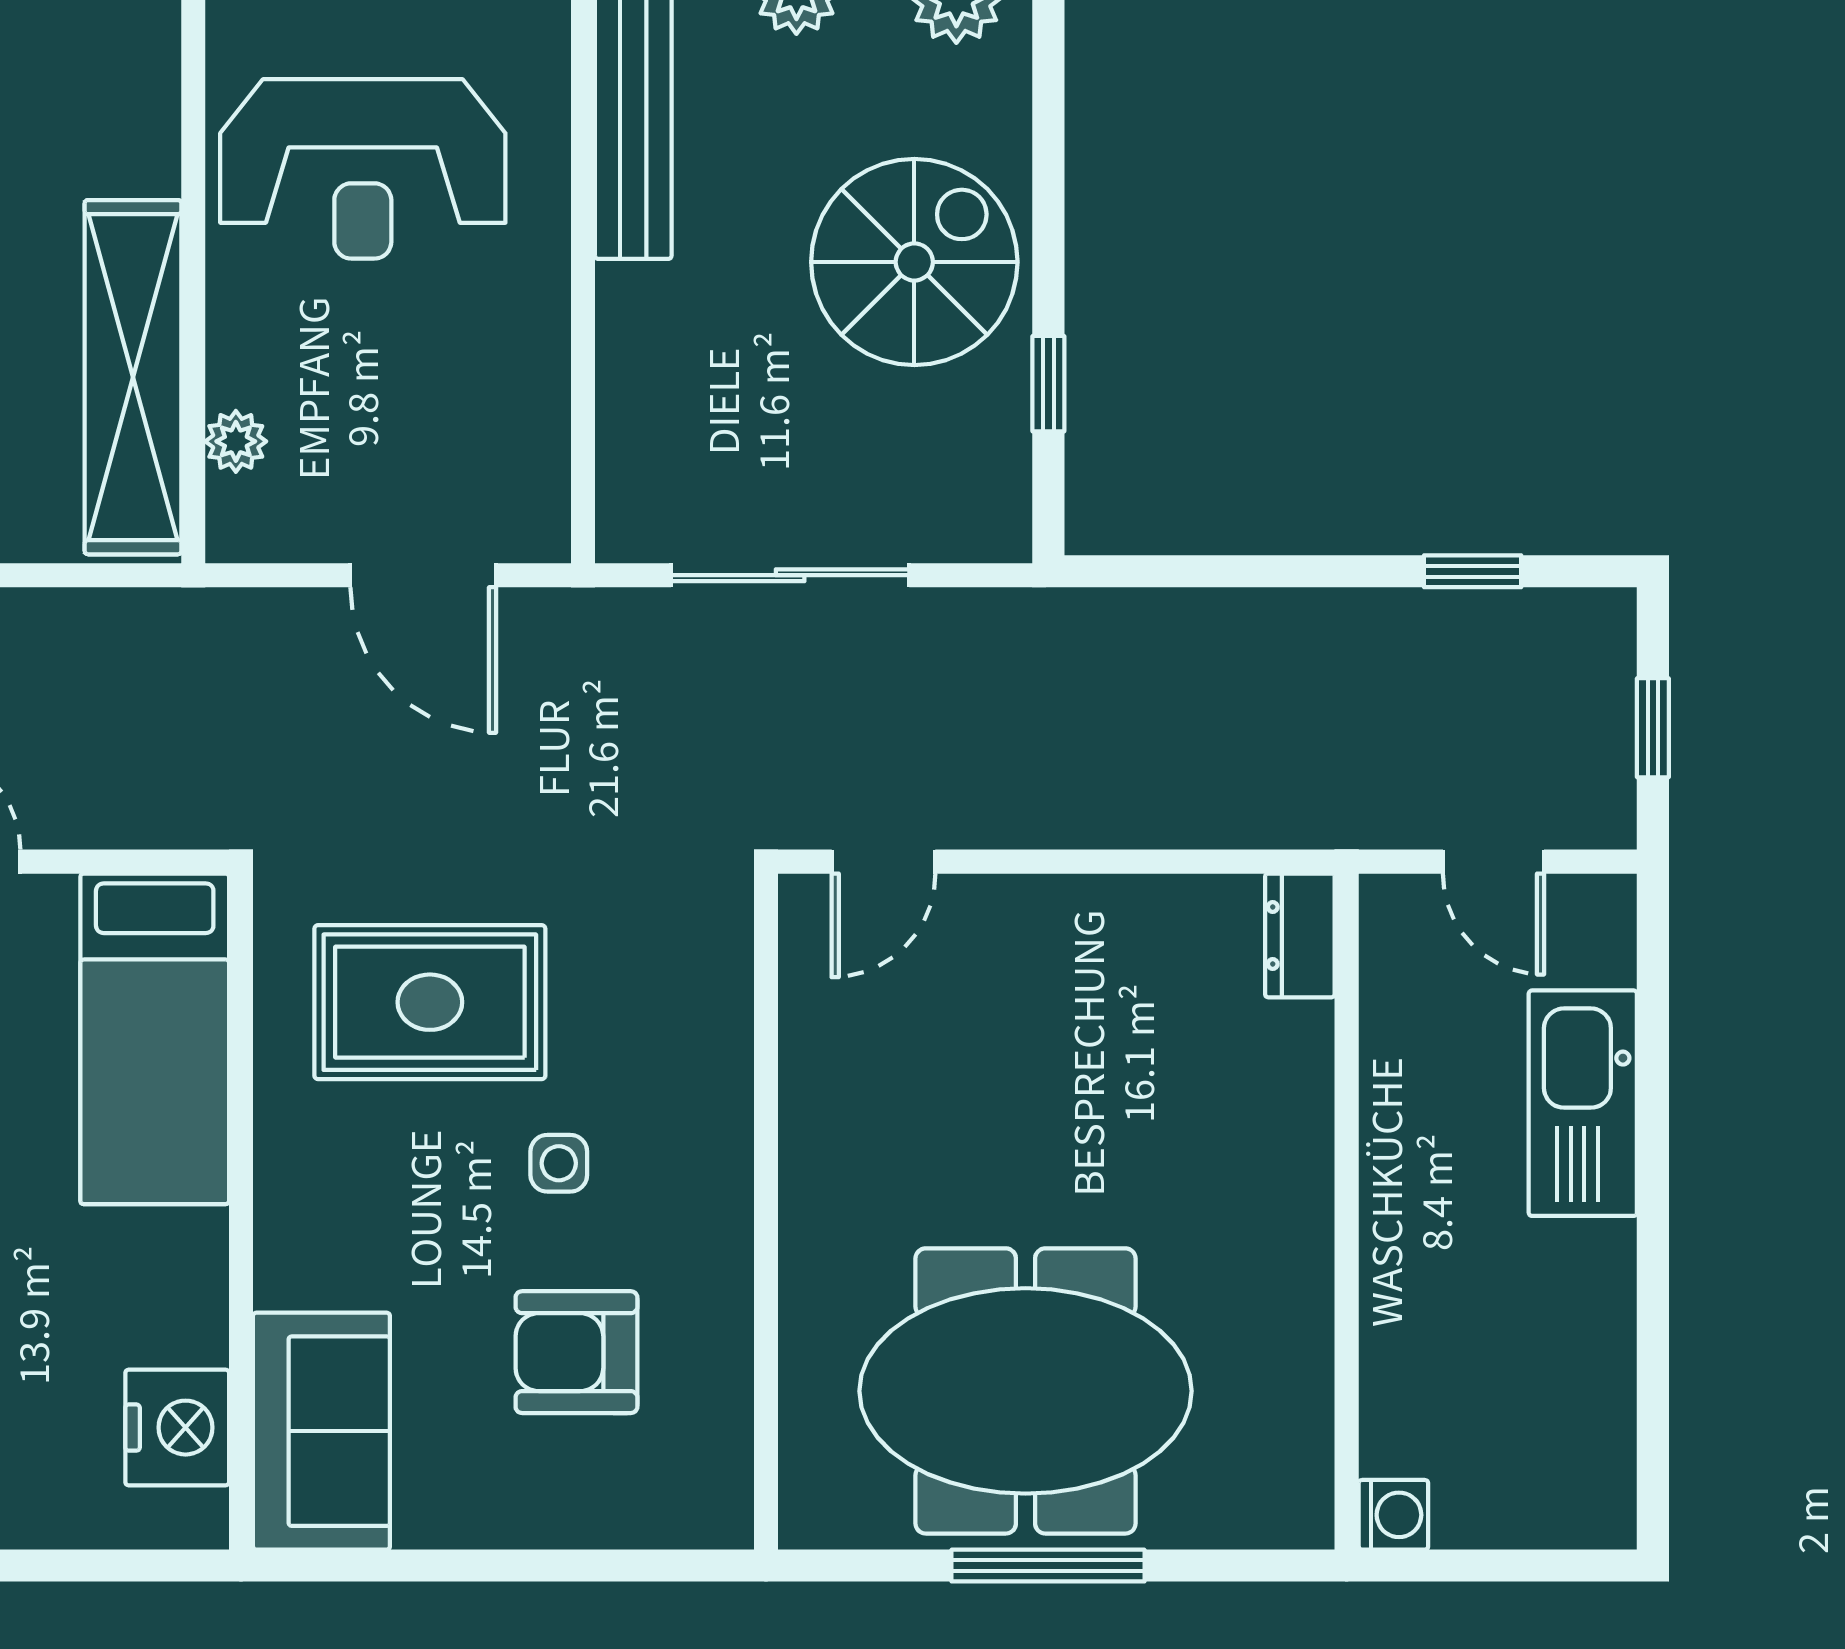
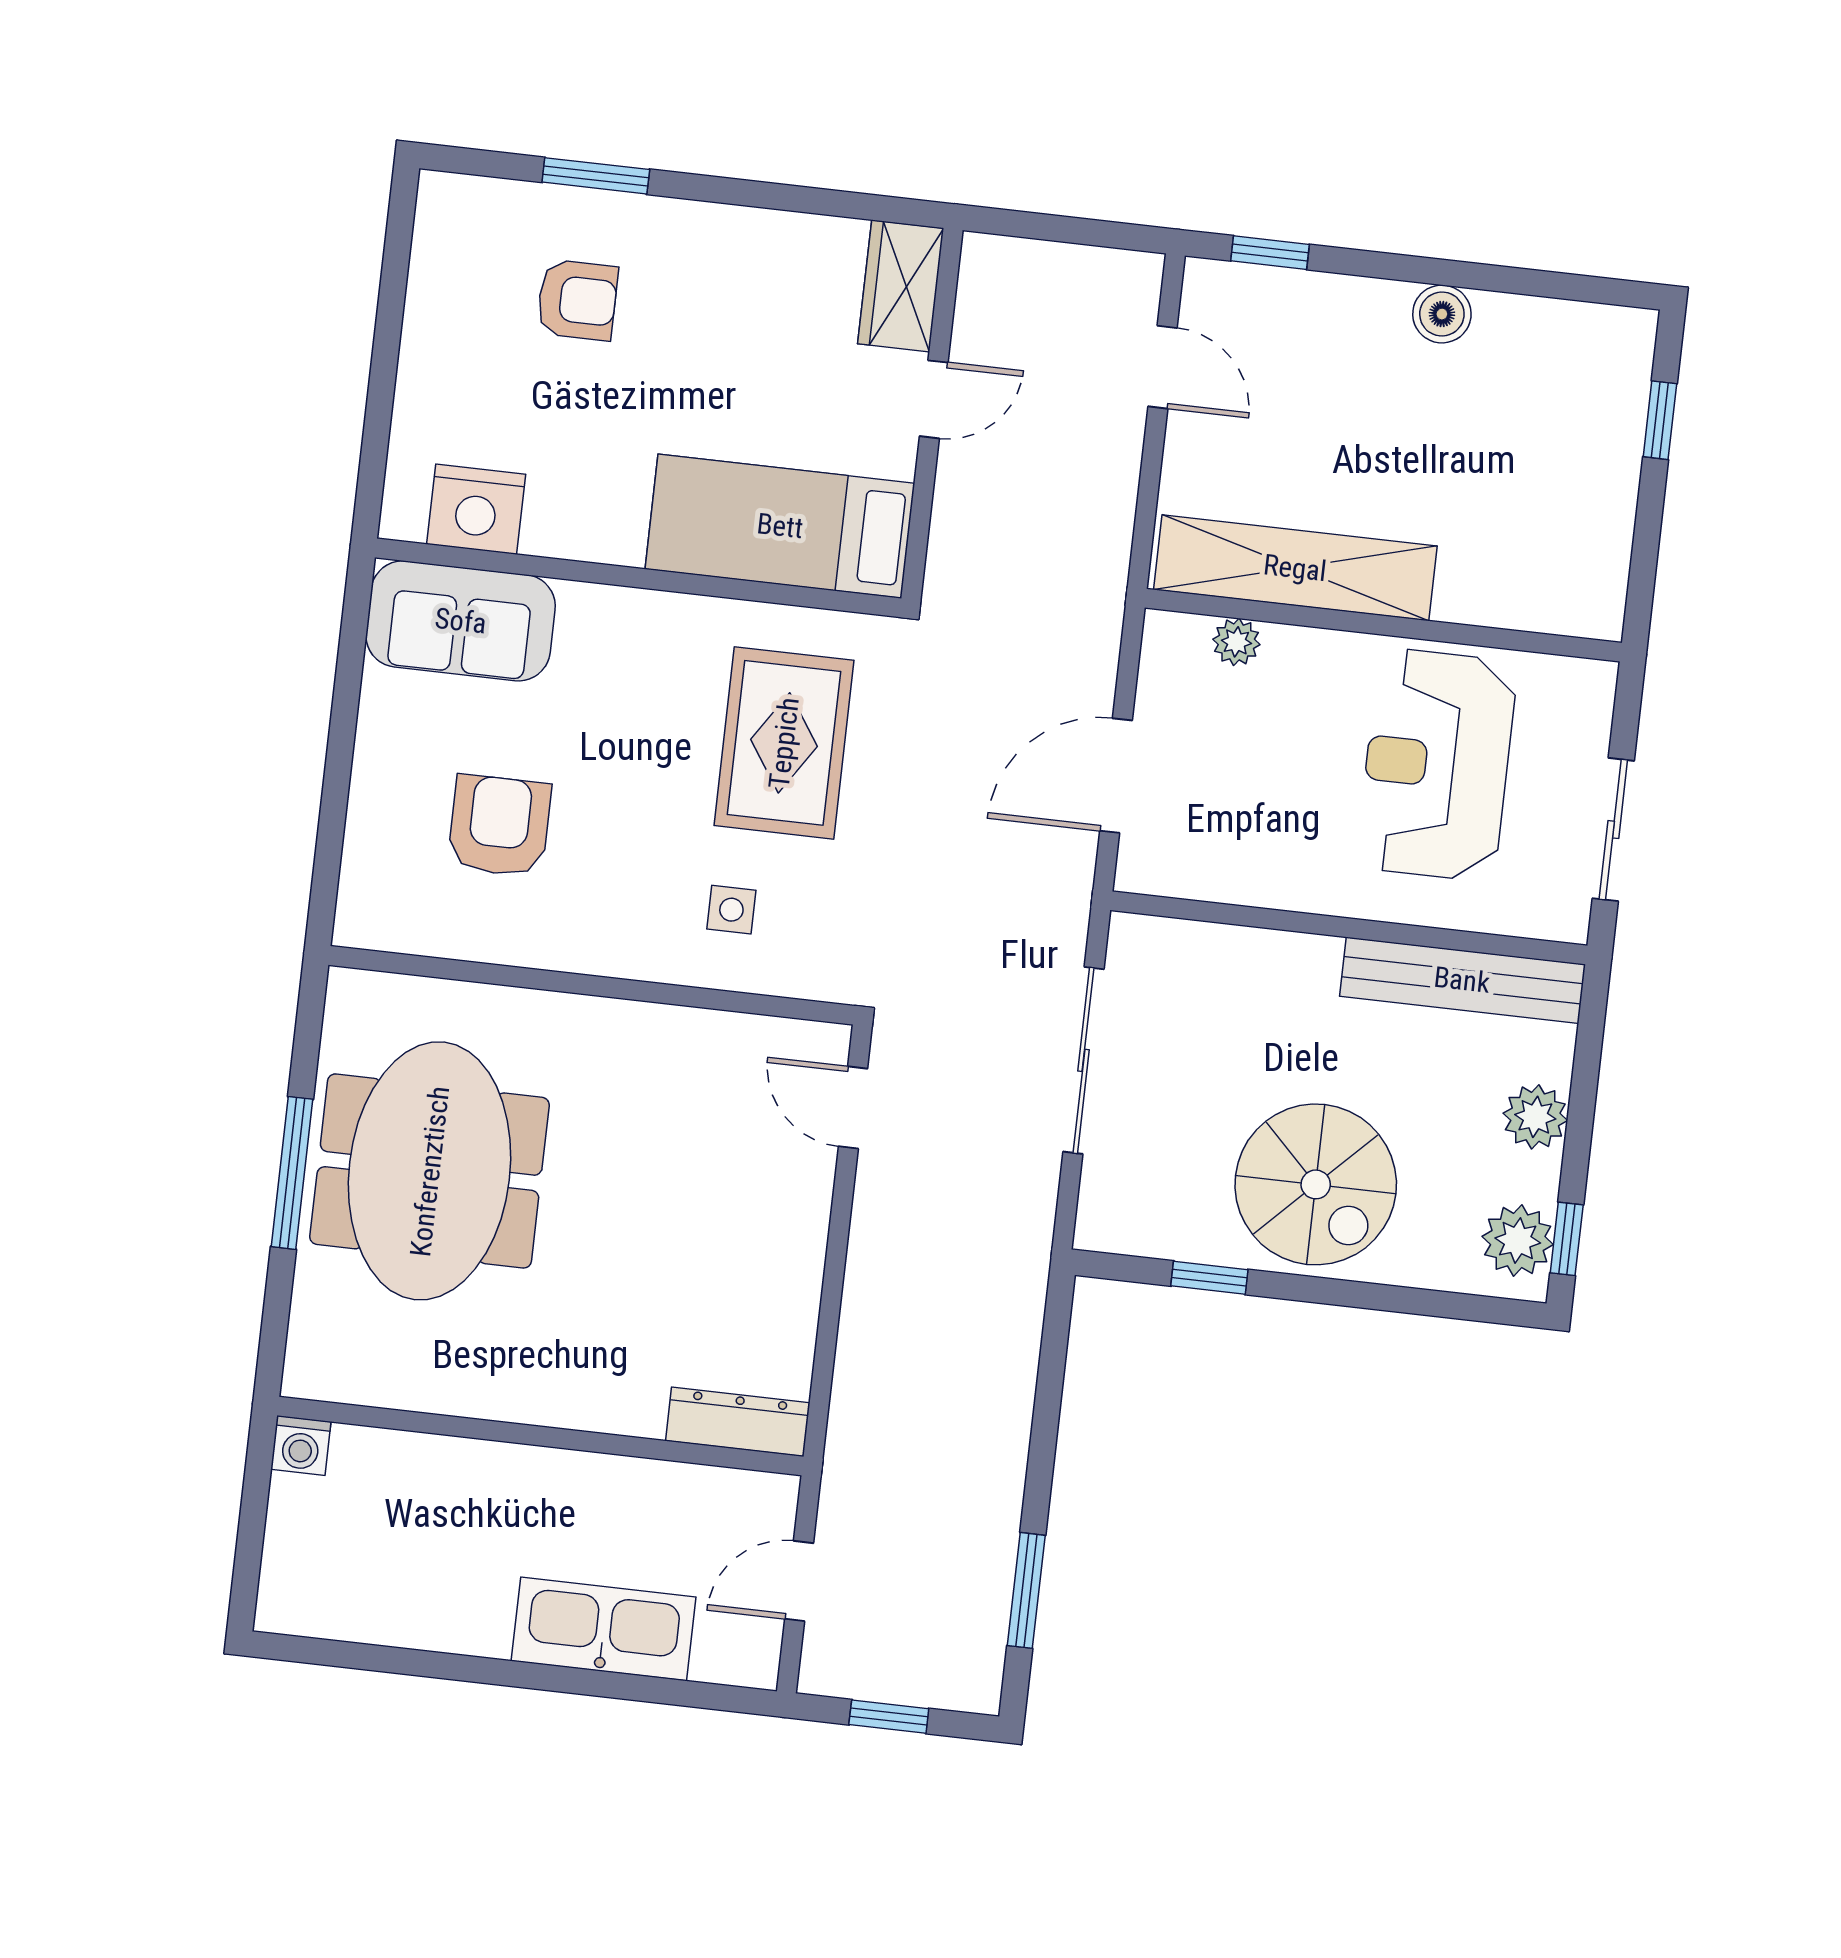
window: (1473, 571) -> (1026, 1590), width x1.50
dresser: (1300, 935) -> (738, 1422), width x1.44
side table: (559, 1163) -> (731, 910), moved

